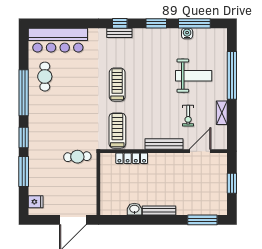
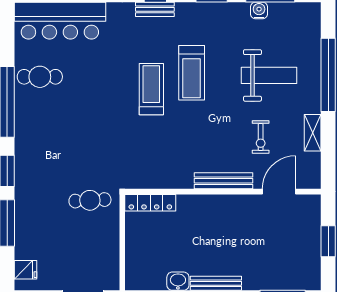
cafe table: (45, 77) -> (40, 77), turned 90
treadmill: (117, 131) -> (192, 73), moved, turned 180
locker: (132, 158) -> (150, 203), moved

